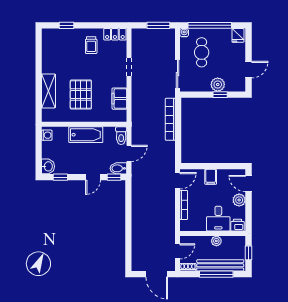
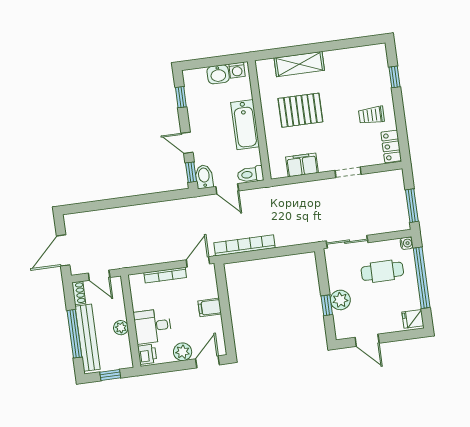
bookcase: (170, 119) -> (245, 245), moved
washbasin: (48, 166) -> (218, 74), moved
door: (178, 181) -> (198, 262), swing flipped

